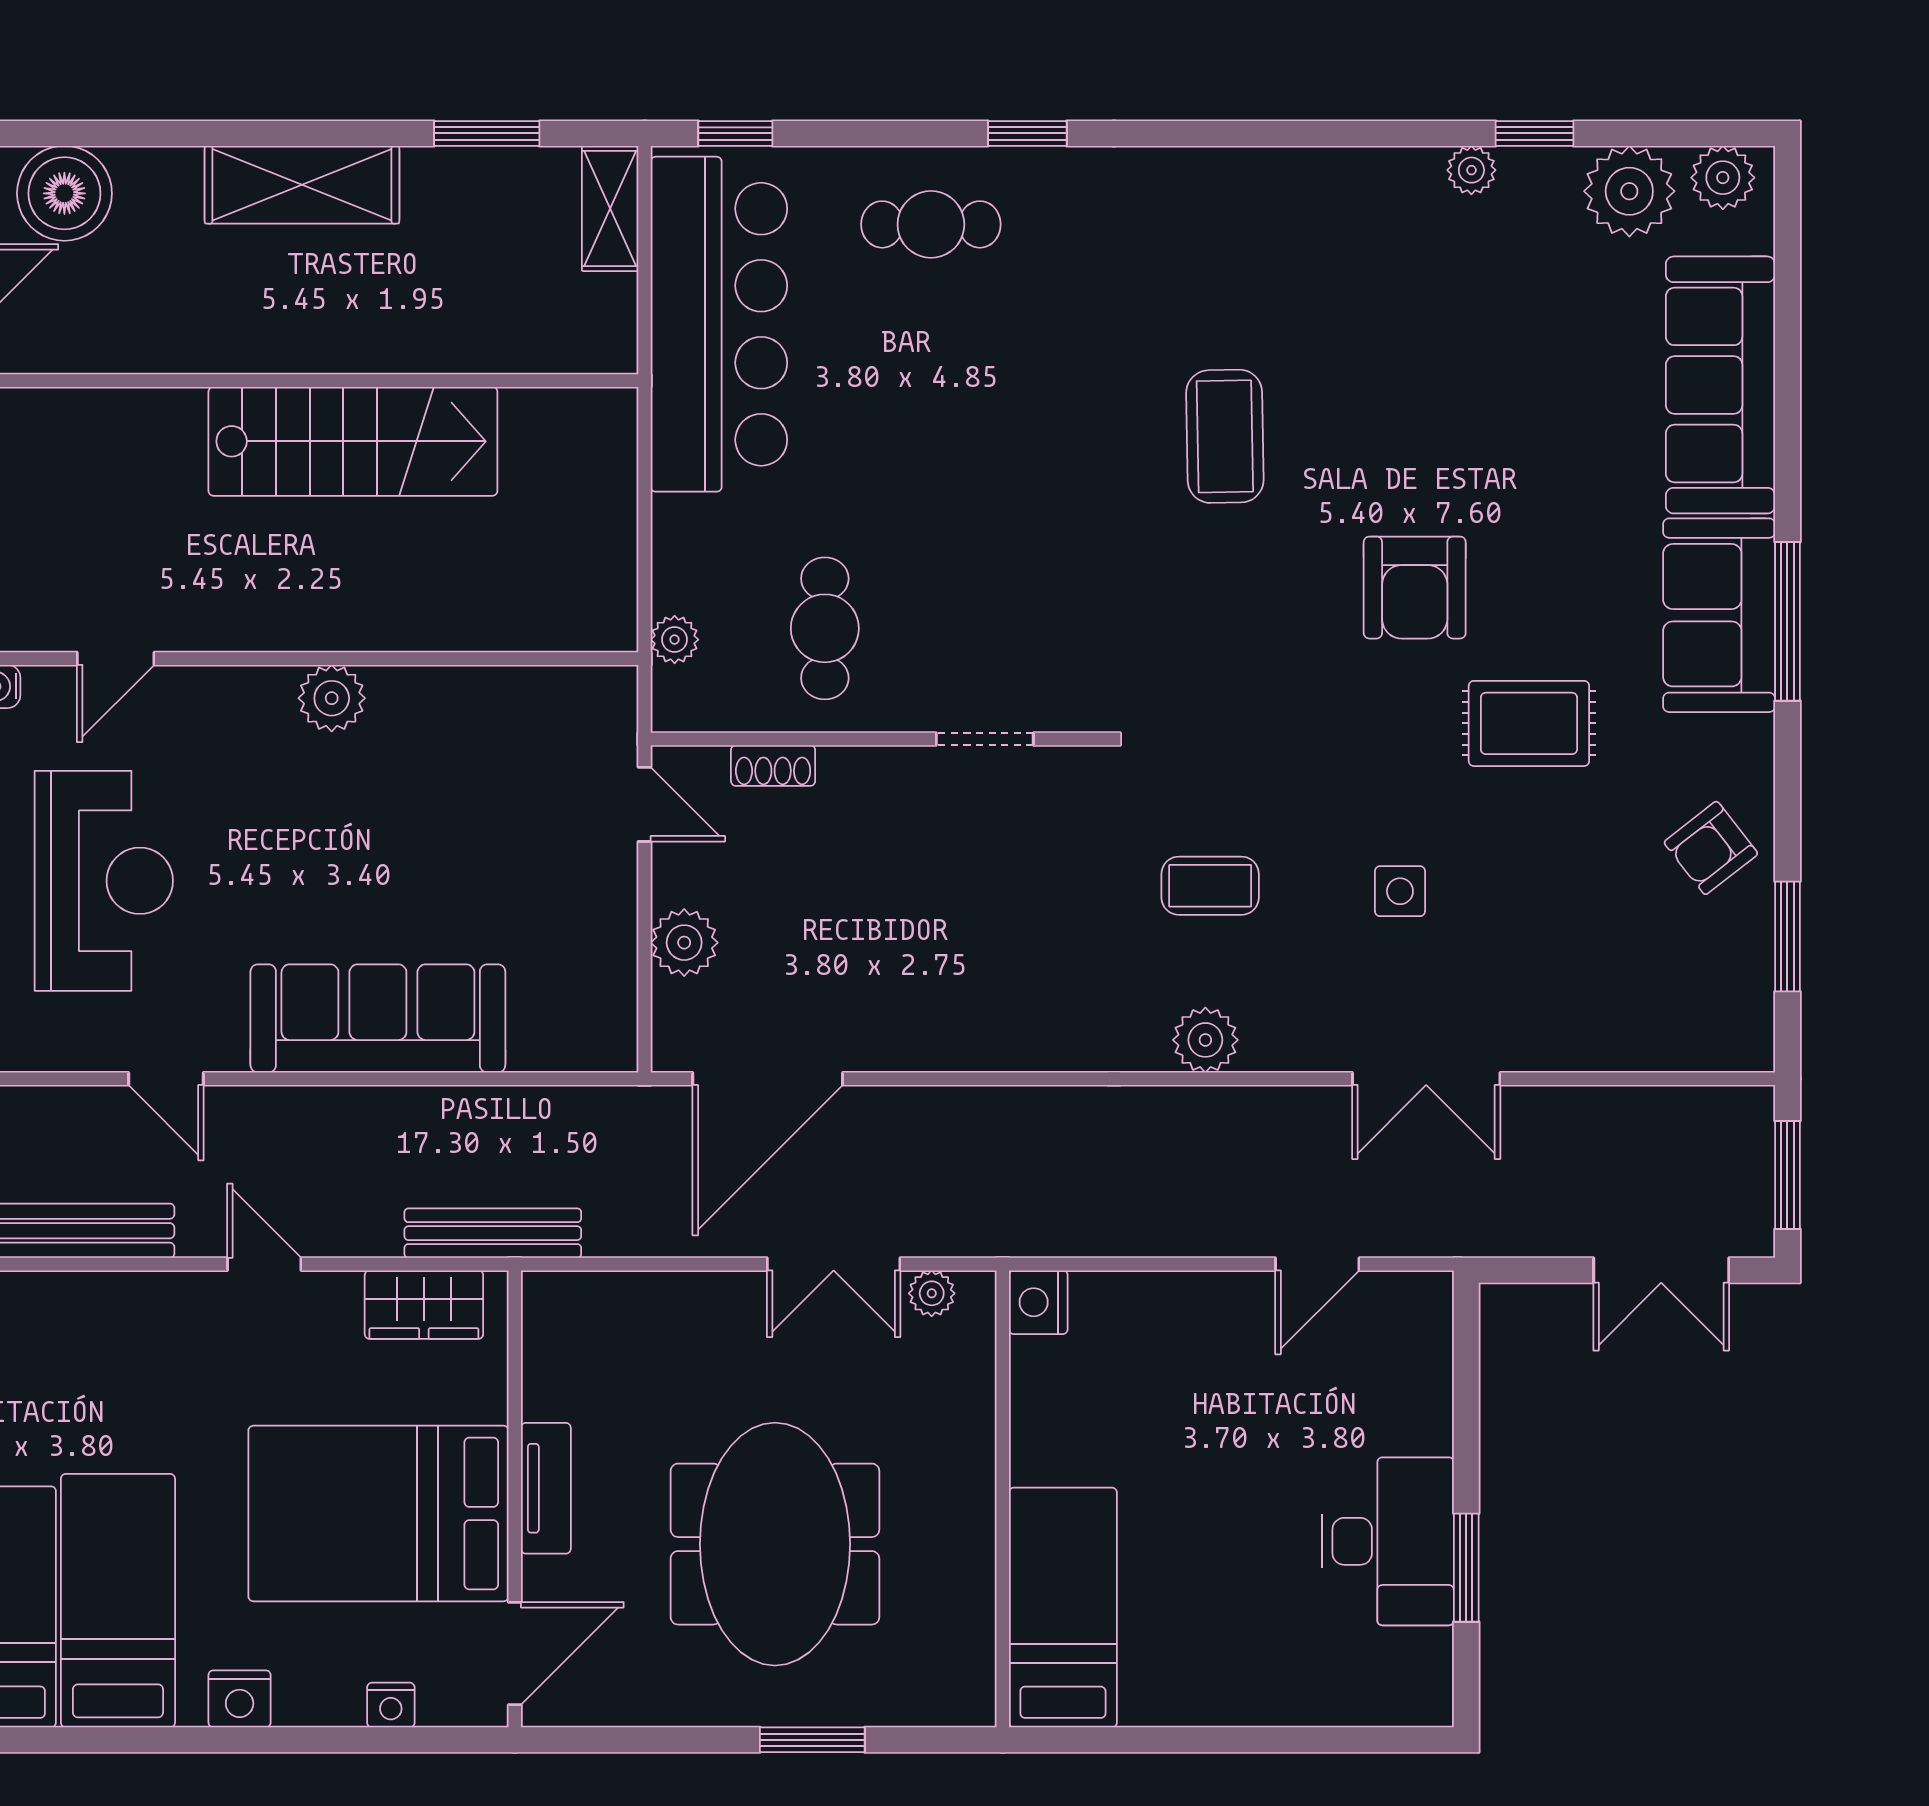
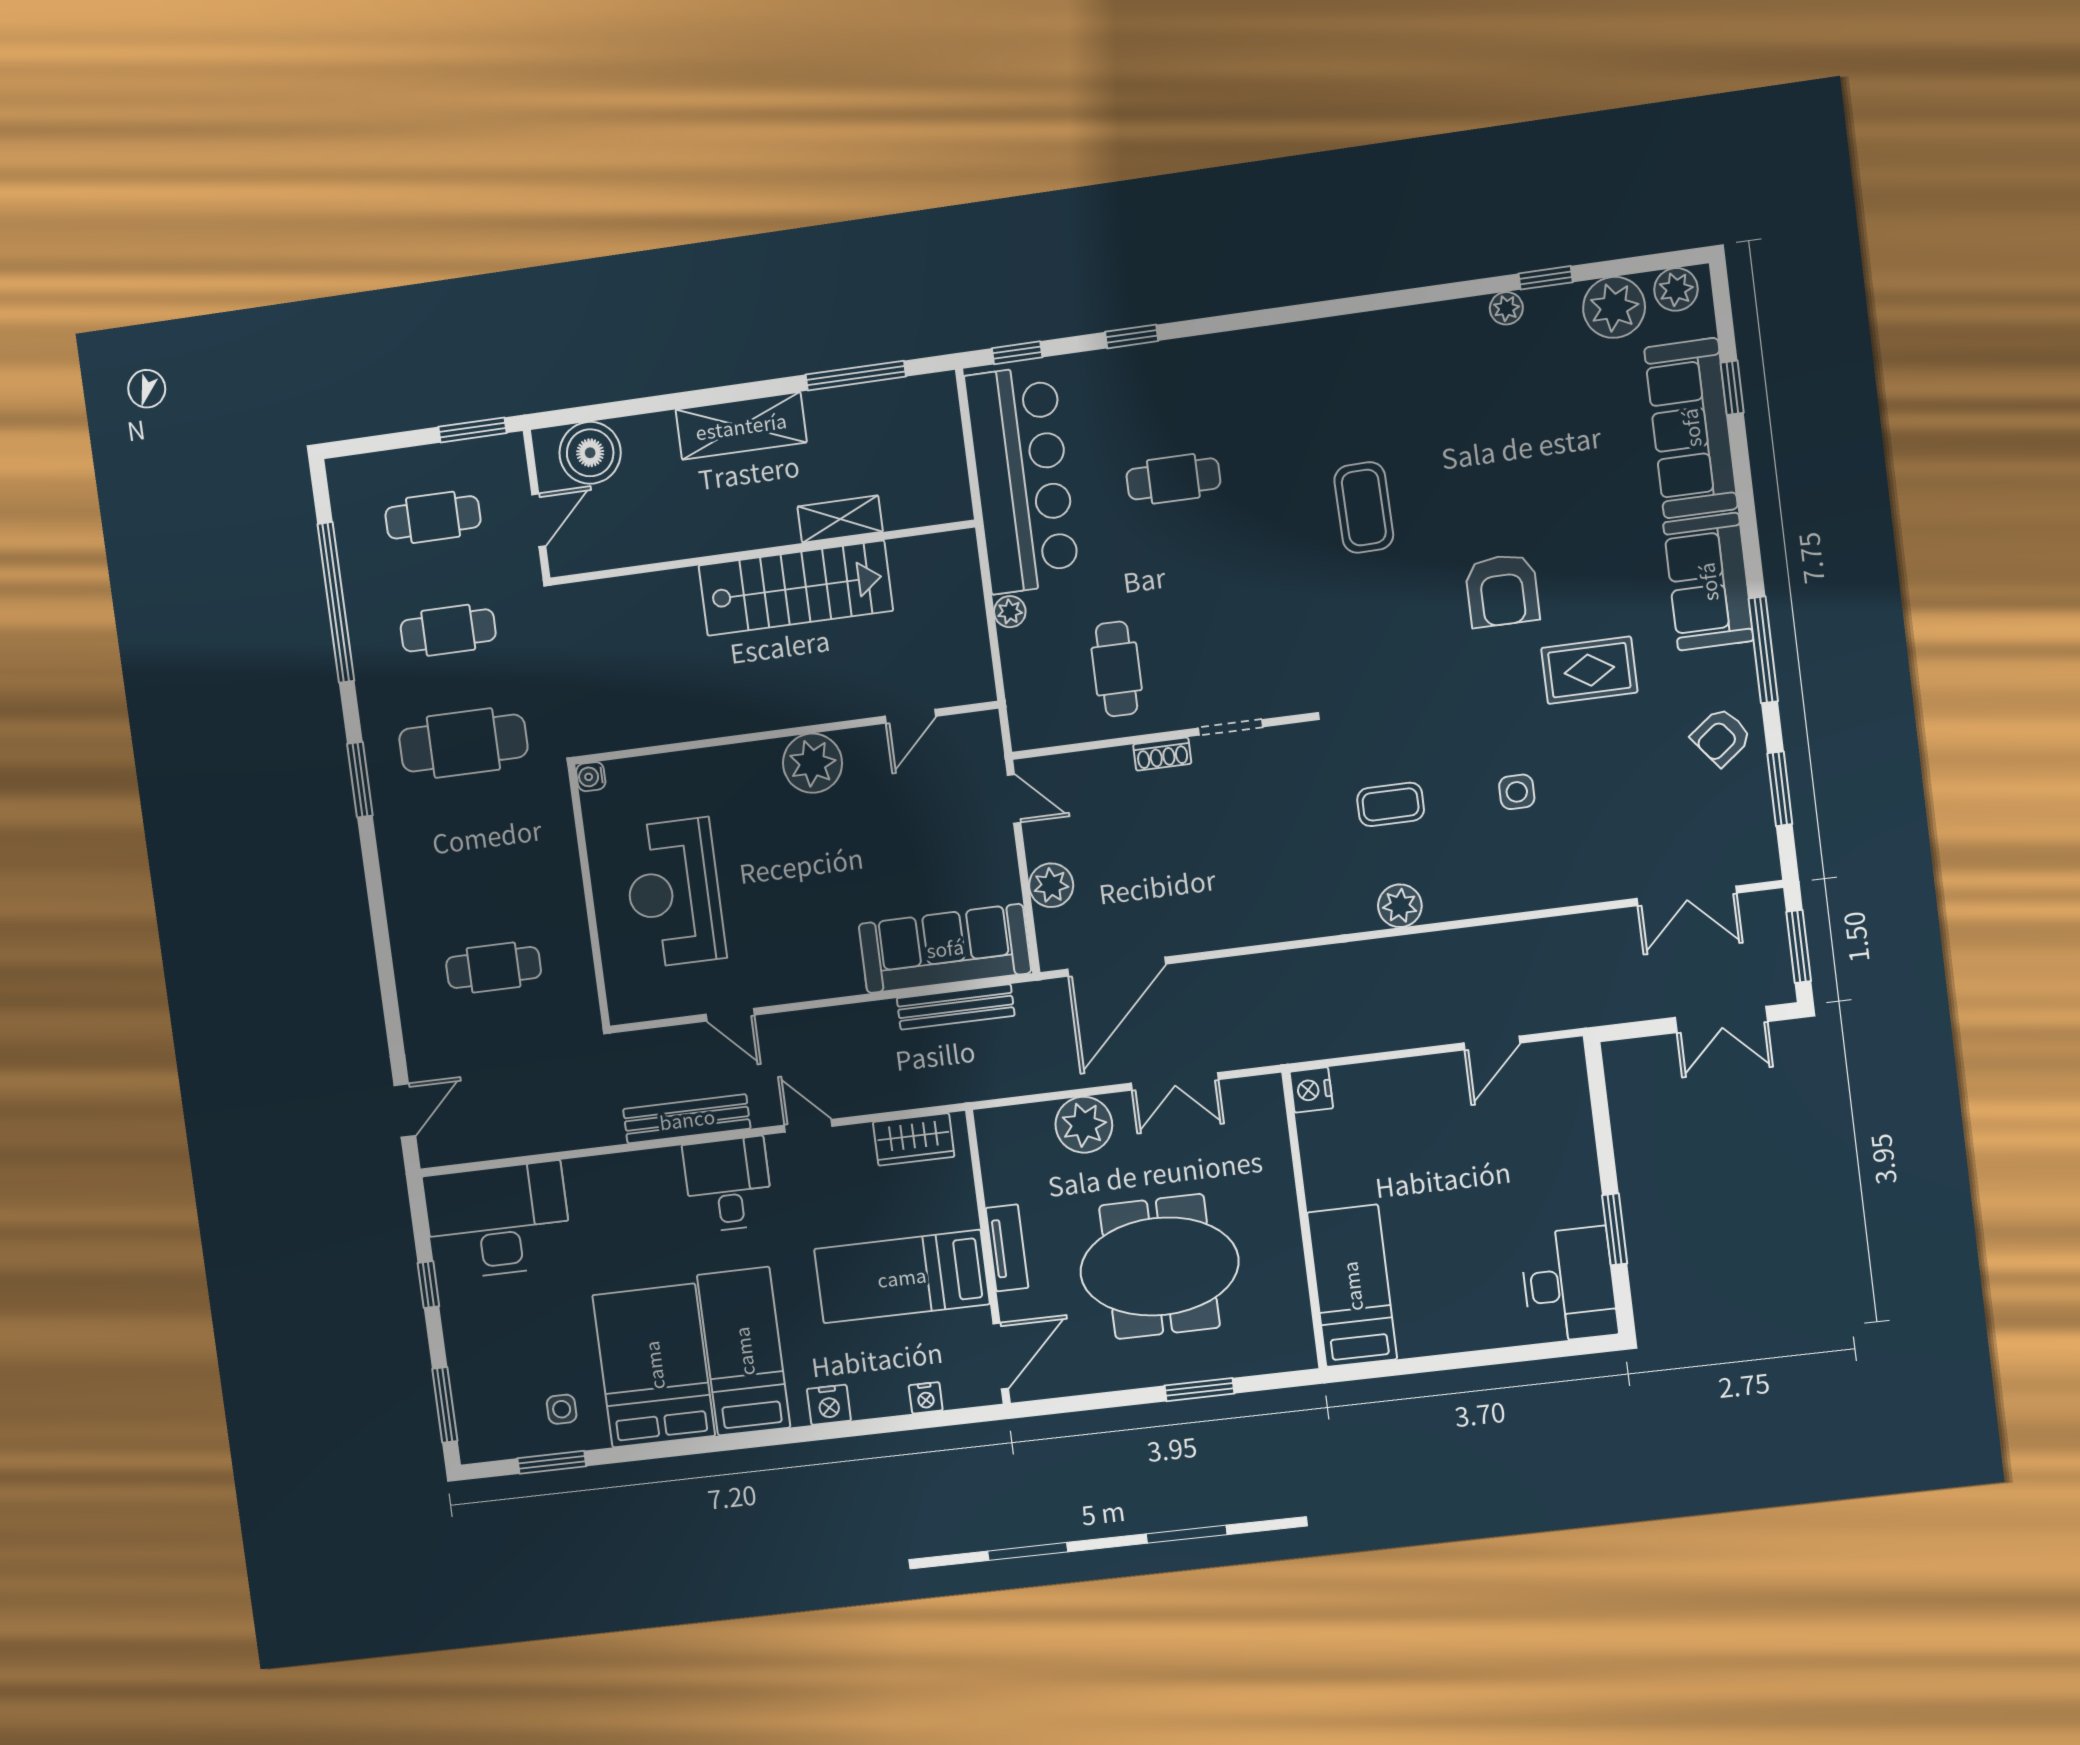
window: (487, 133) -> (856, 376), width x1.44
window: (1027, 133) -> (1132, 336), moved
shelving: (610, 208) -> (840, 519), moved, turned 90
cafe table: (931, 224) -> (1173, 479), moved
window: (1787, 334) -> (1732, 388), added
window: (1787, 621) -> (1763, 650), moved
plant: (675, 640) -> (1010, 612), moved
door: (116, 659) -> (910, 716), moved
plant: (332, 698) -> (813, 763), width x1.36, depth x1.36
shoe rack: (773, 766) -> (1162, 754), moved
reception desk: (104, 881) -> (674, 893), turned 180
sofa: (378, 1018) -> (945, 948), moved
double door: (1426, 1079) -> (1687, 896), moved
bench: (493, 1233) -> (956, 1007), moved
plant: (932, 1293) -> (1084, 1125), moved, width x1.88, depth x1.88
desk: (128, 1340) -> (728, 1184), added
bed: (378, 1514) -> (902, 1277), width x0.67
desk: (1388, 1541) -> (1569, 1285), moved
meeting table: (775, 1544) -> (1159, 1267), turned 90

